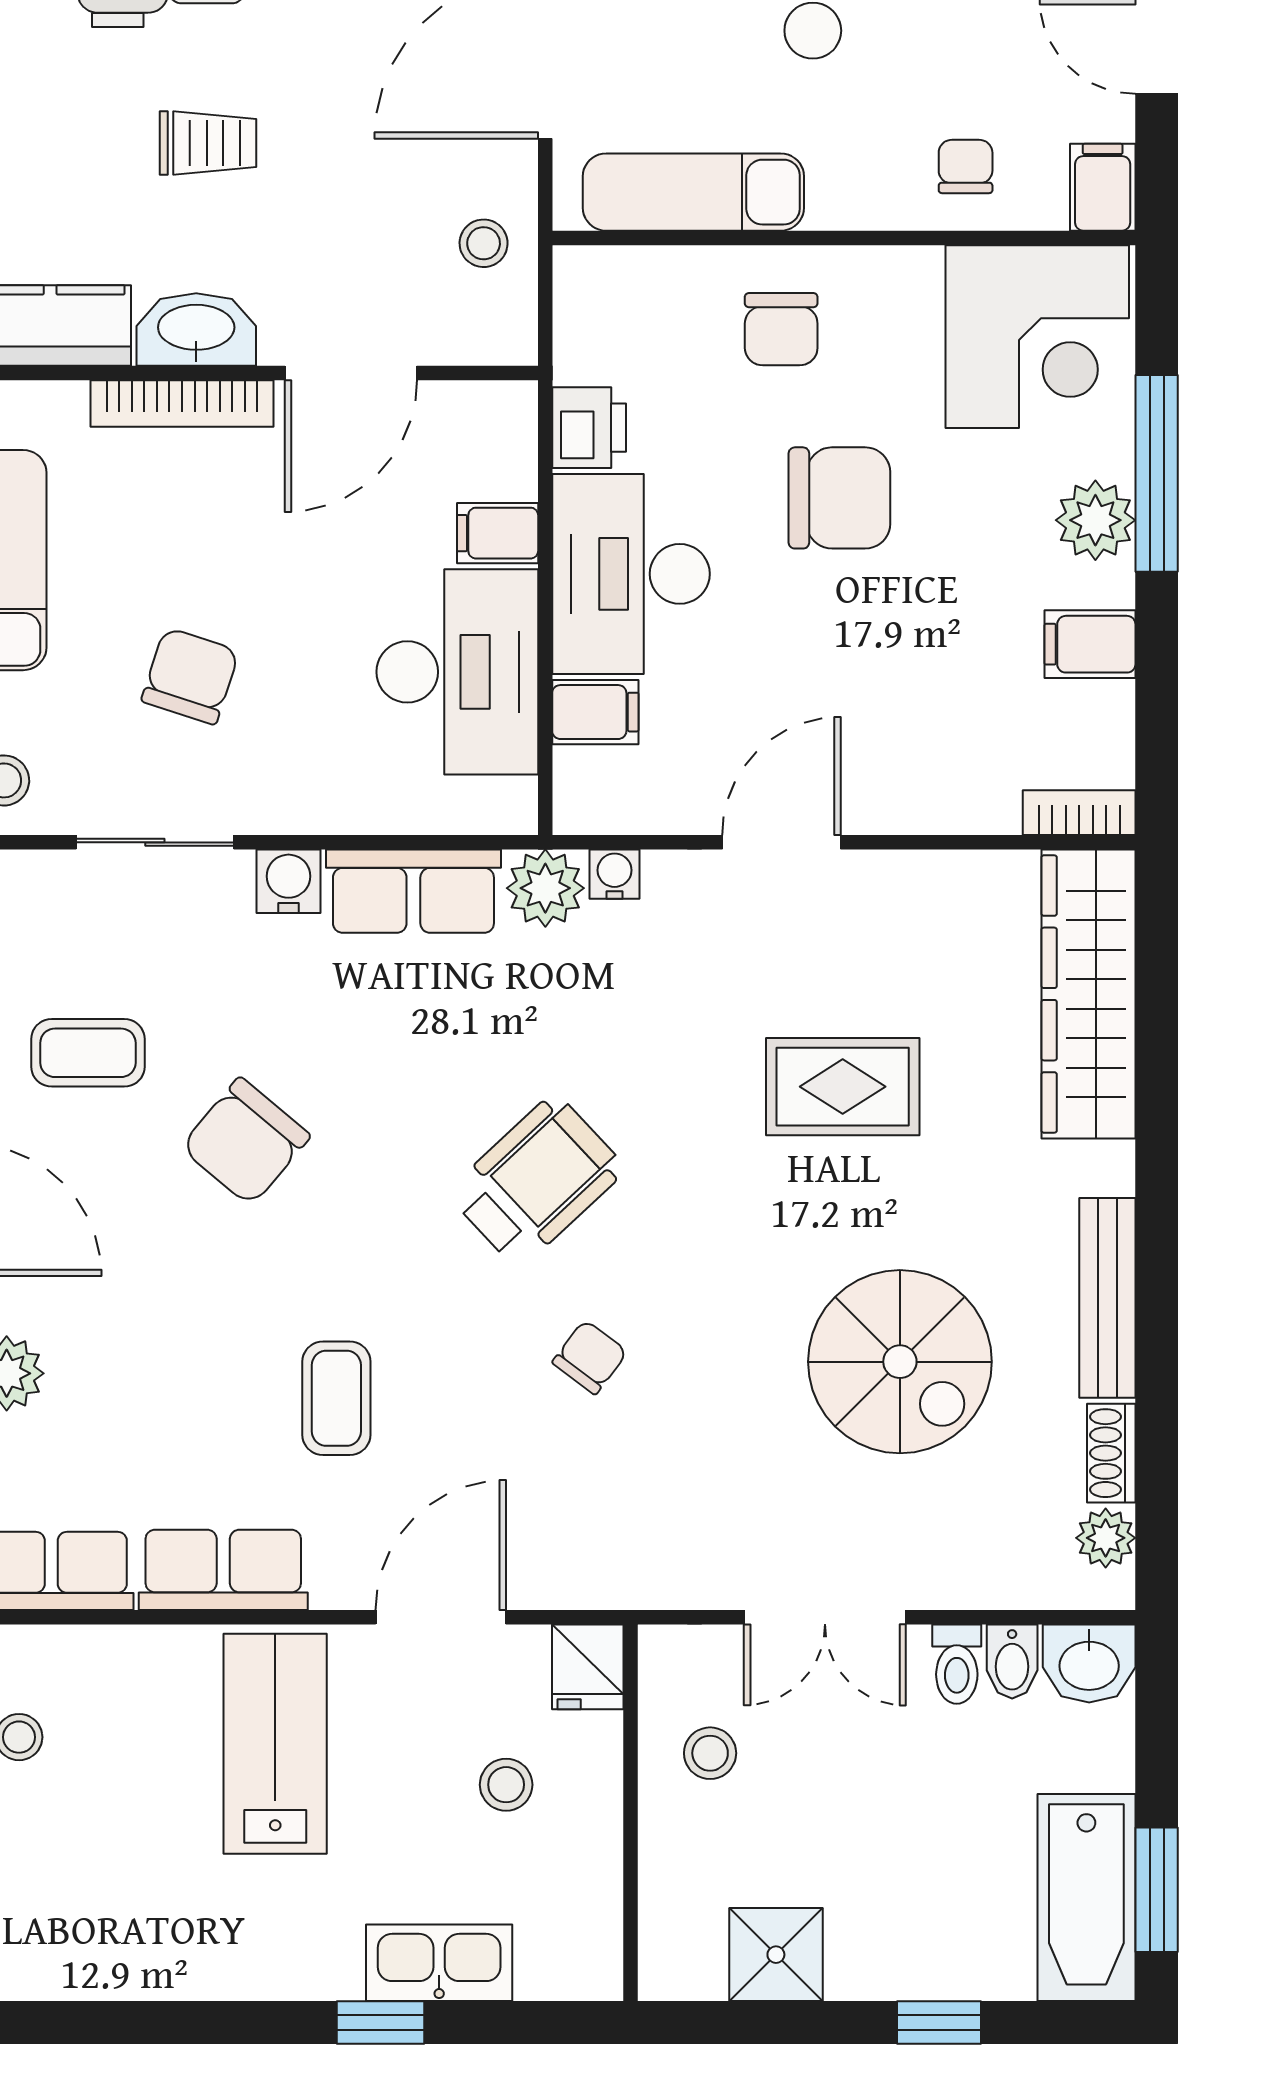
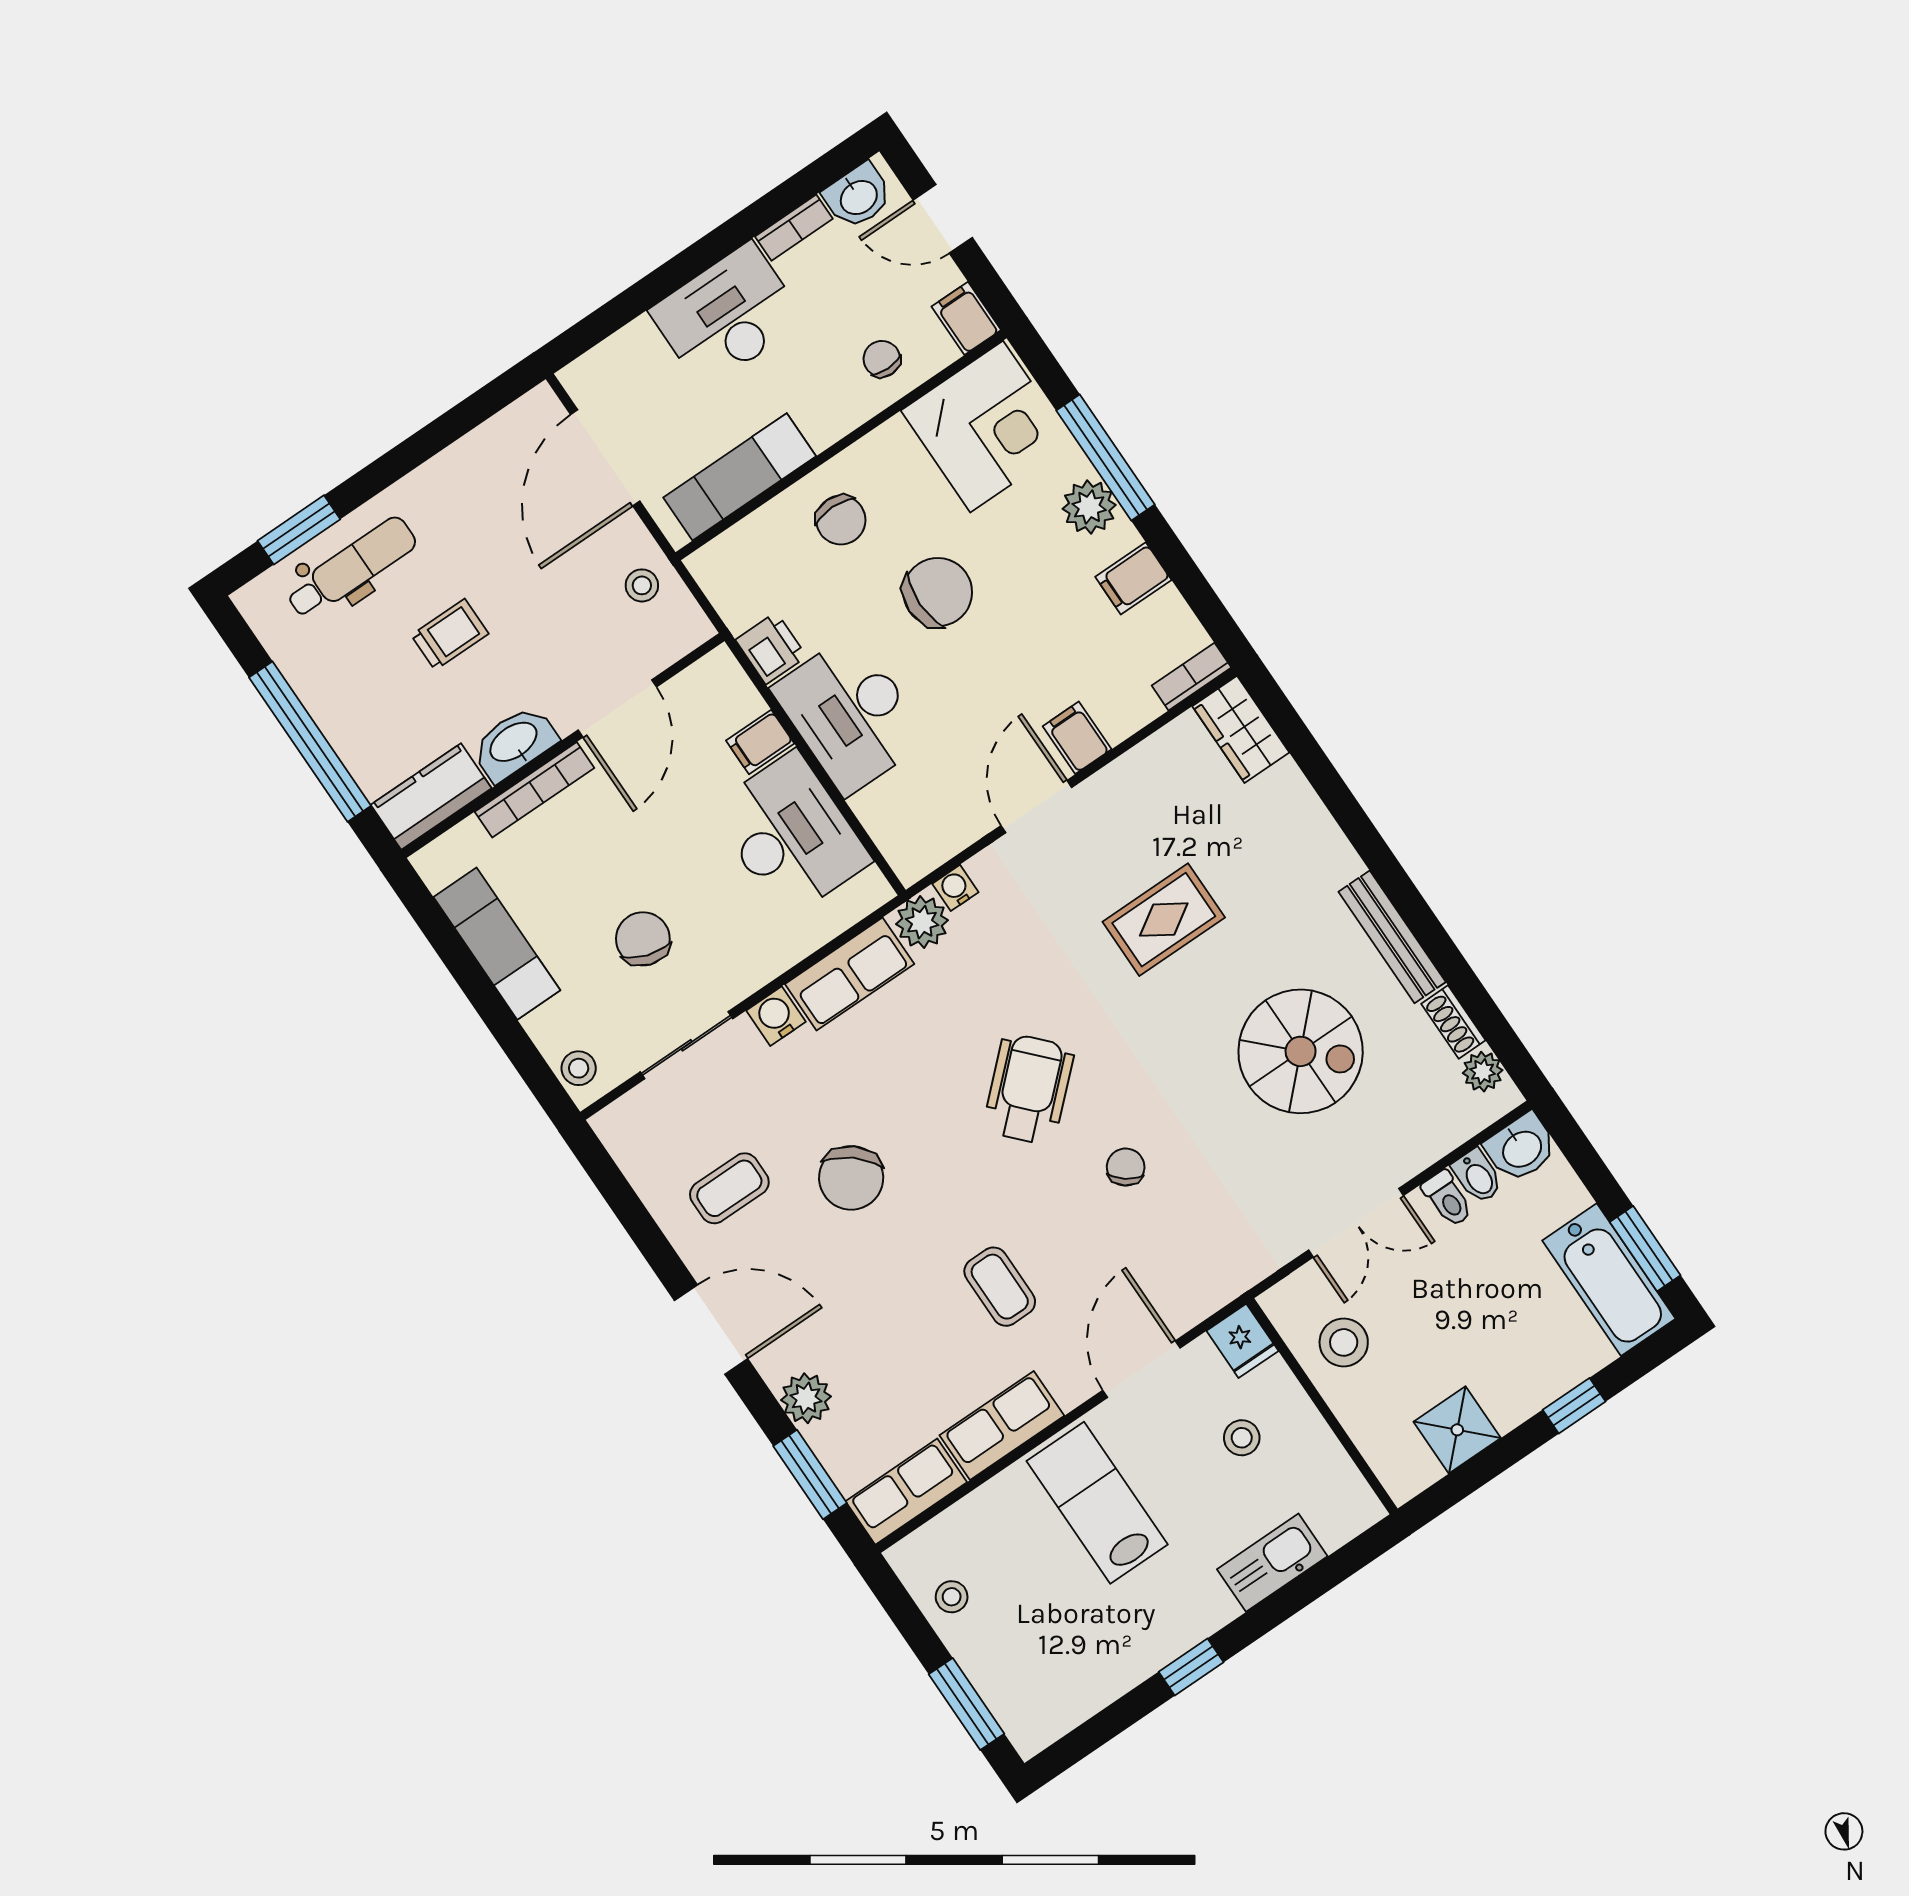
filing cabinet: (595, 712) -> (1077, 738), moved, turned -90
wardrobe: (1088, 994) -> (1241, 729), width x0.48, depth x0.85
stool: (710, 1753) -> (1344, 1342), width x1.37, depth x1.37
window: (380, 2023) -> (1191, 1667), moved

